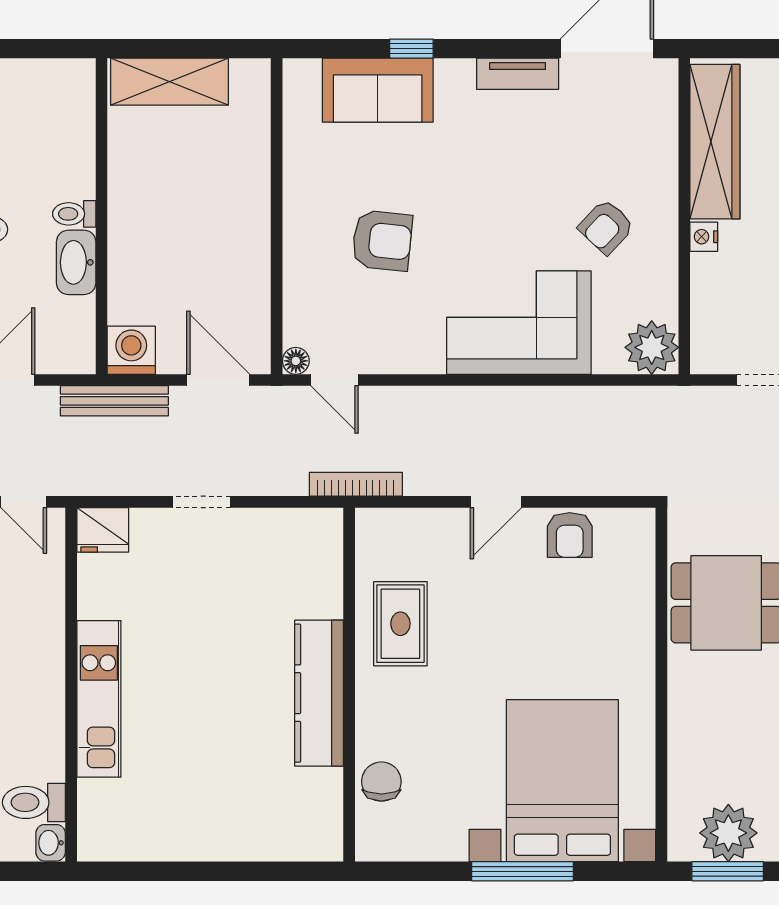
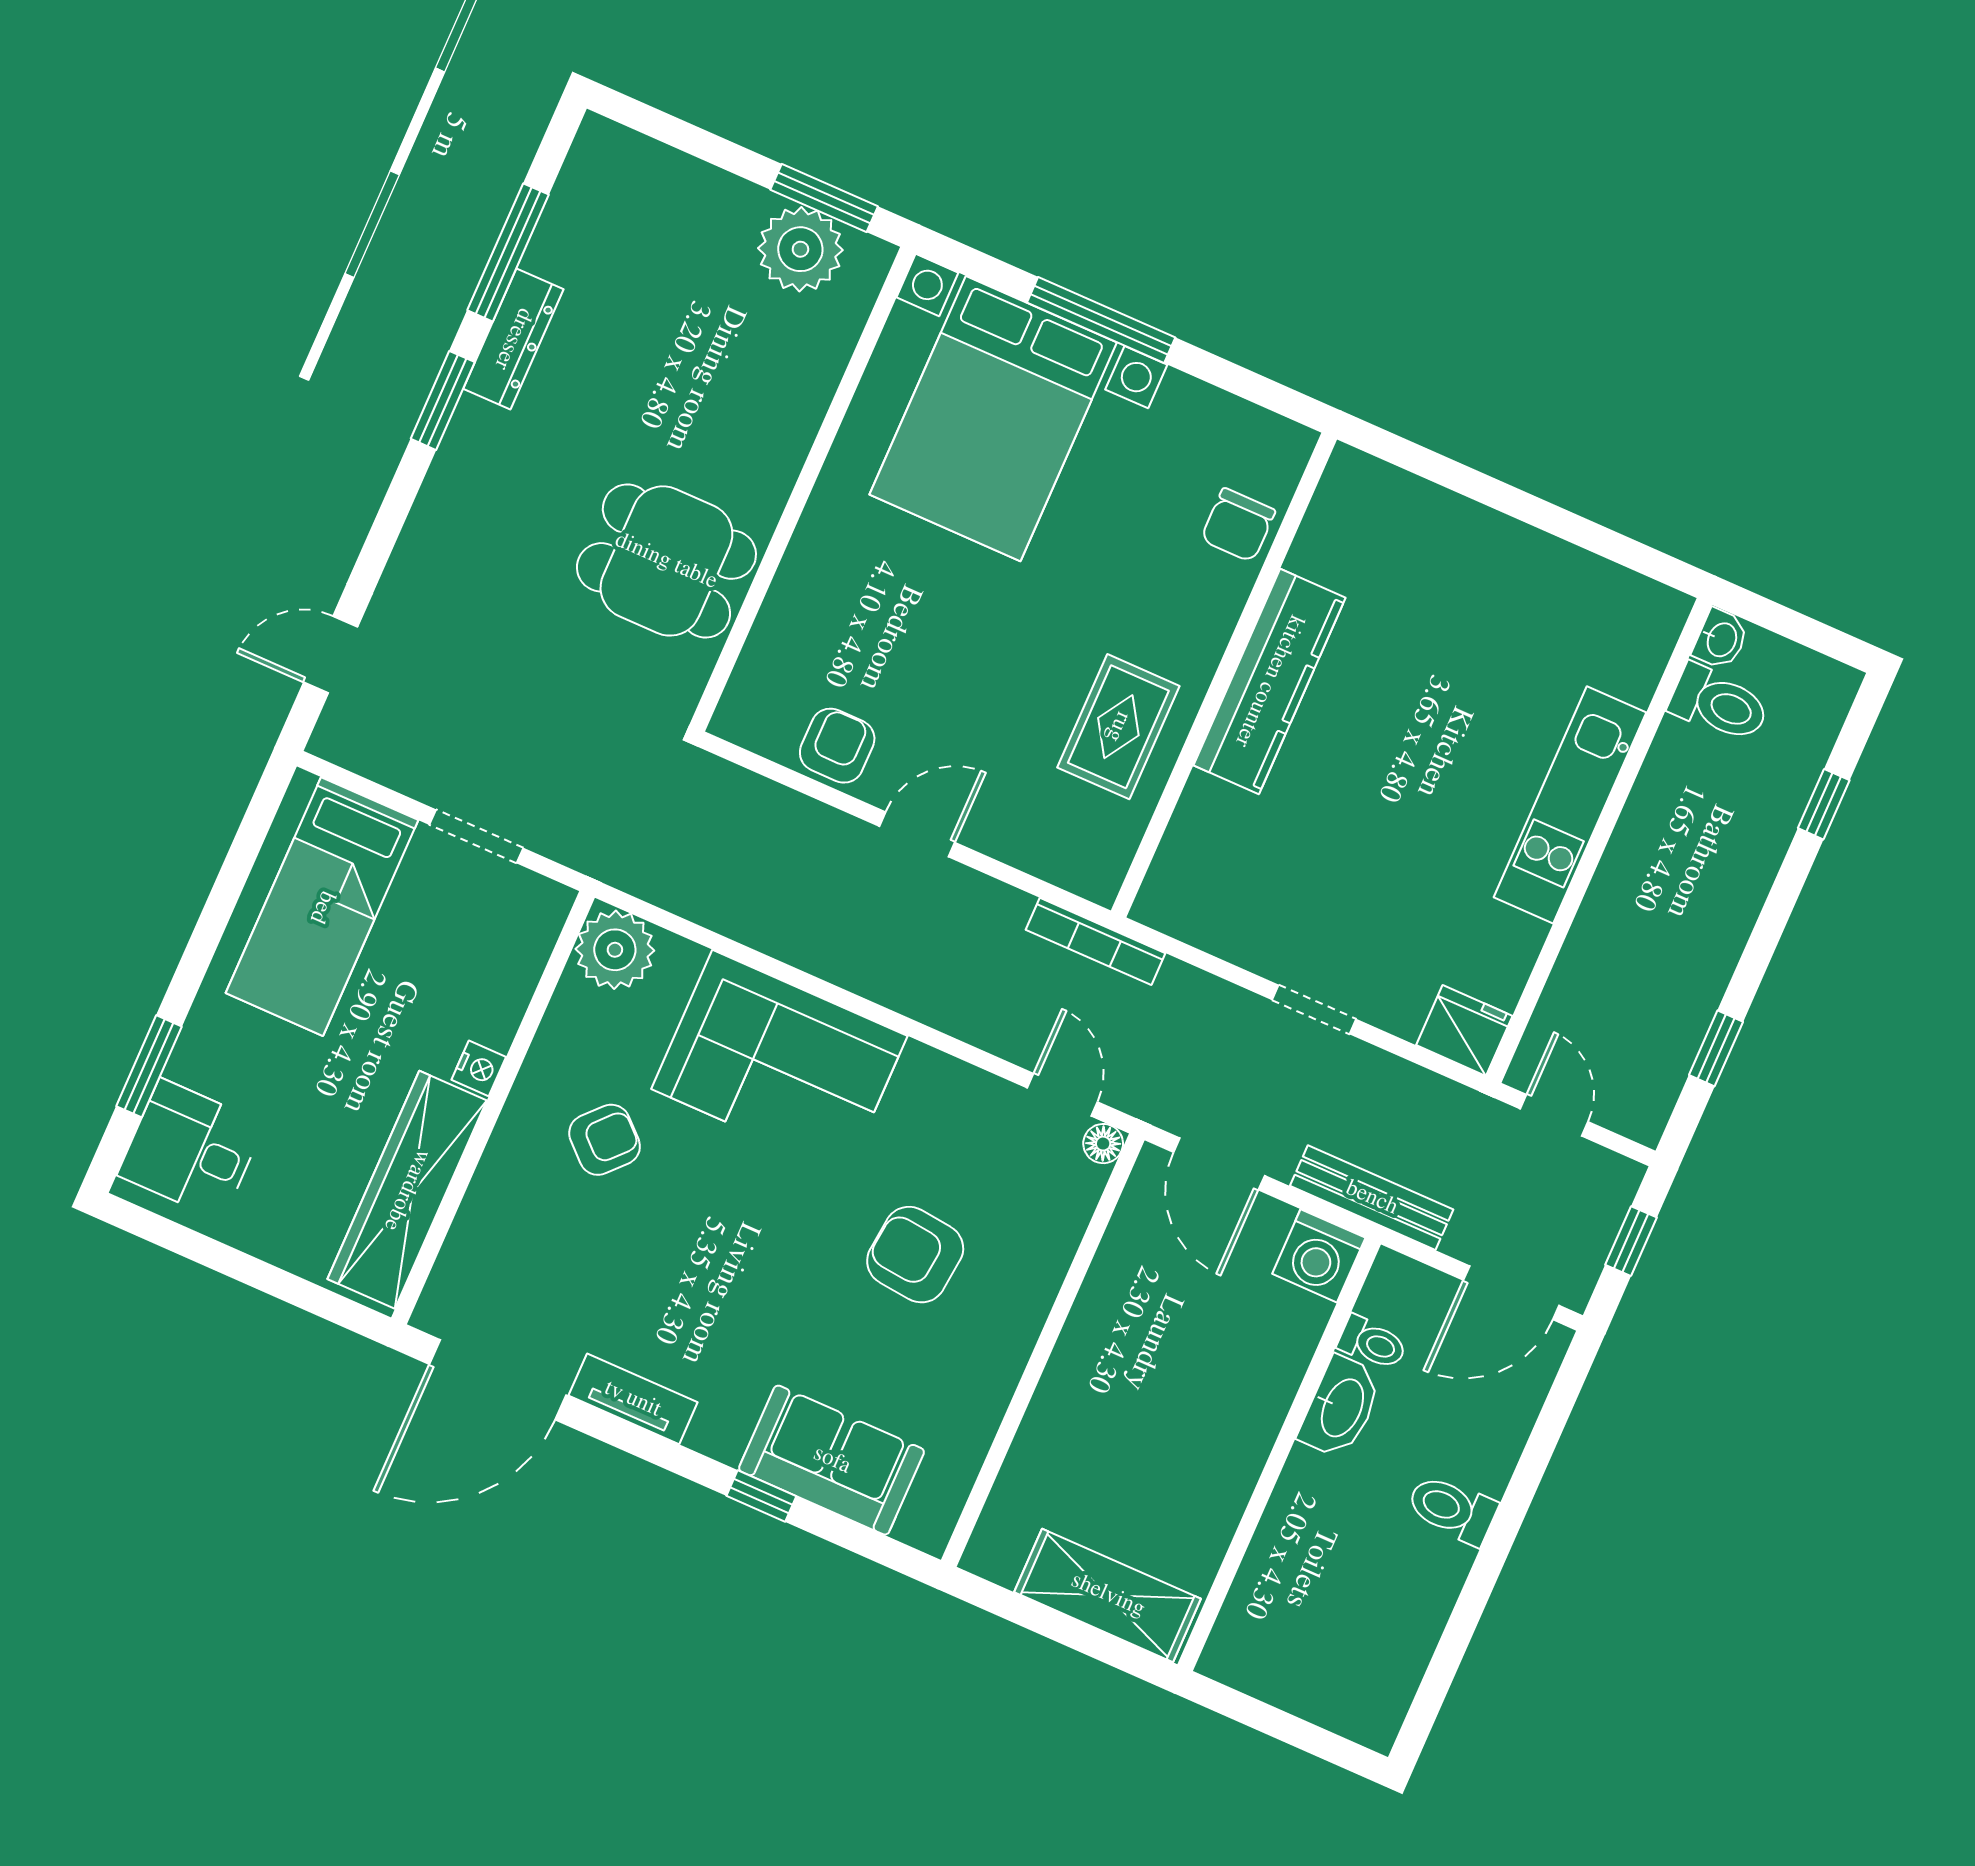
toilet: (74, 214) -> (1372, 1343), moved

